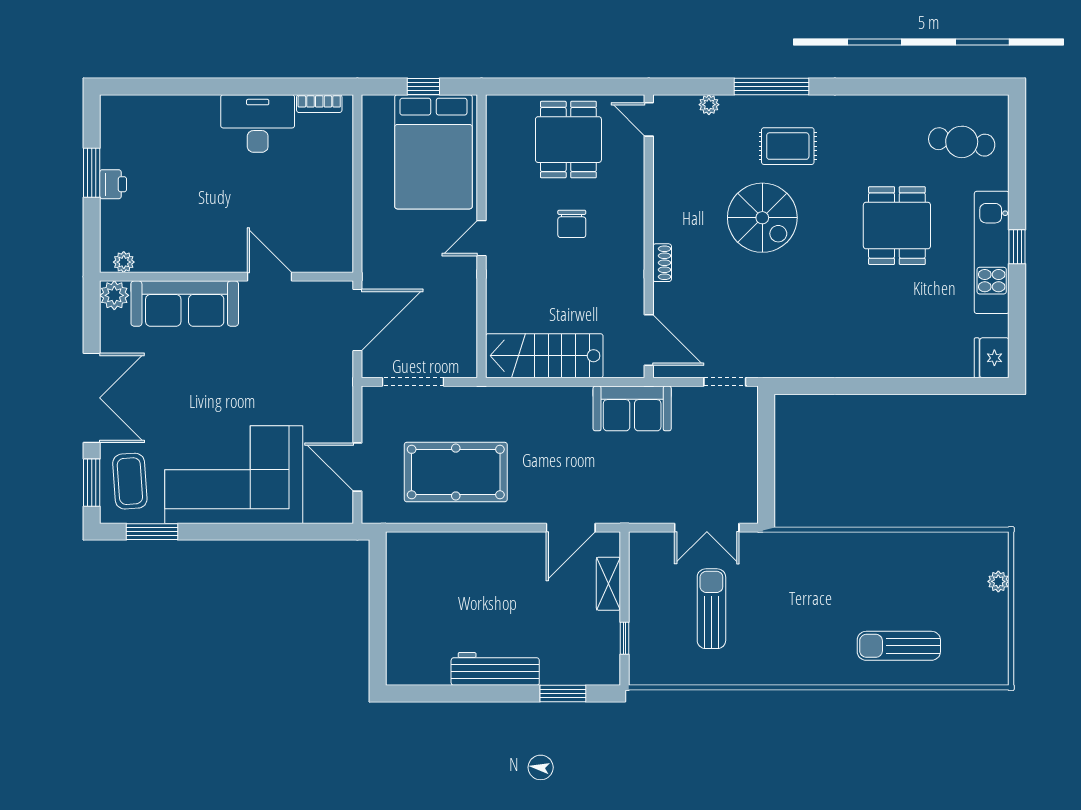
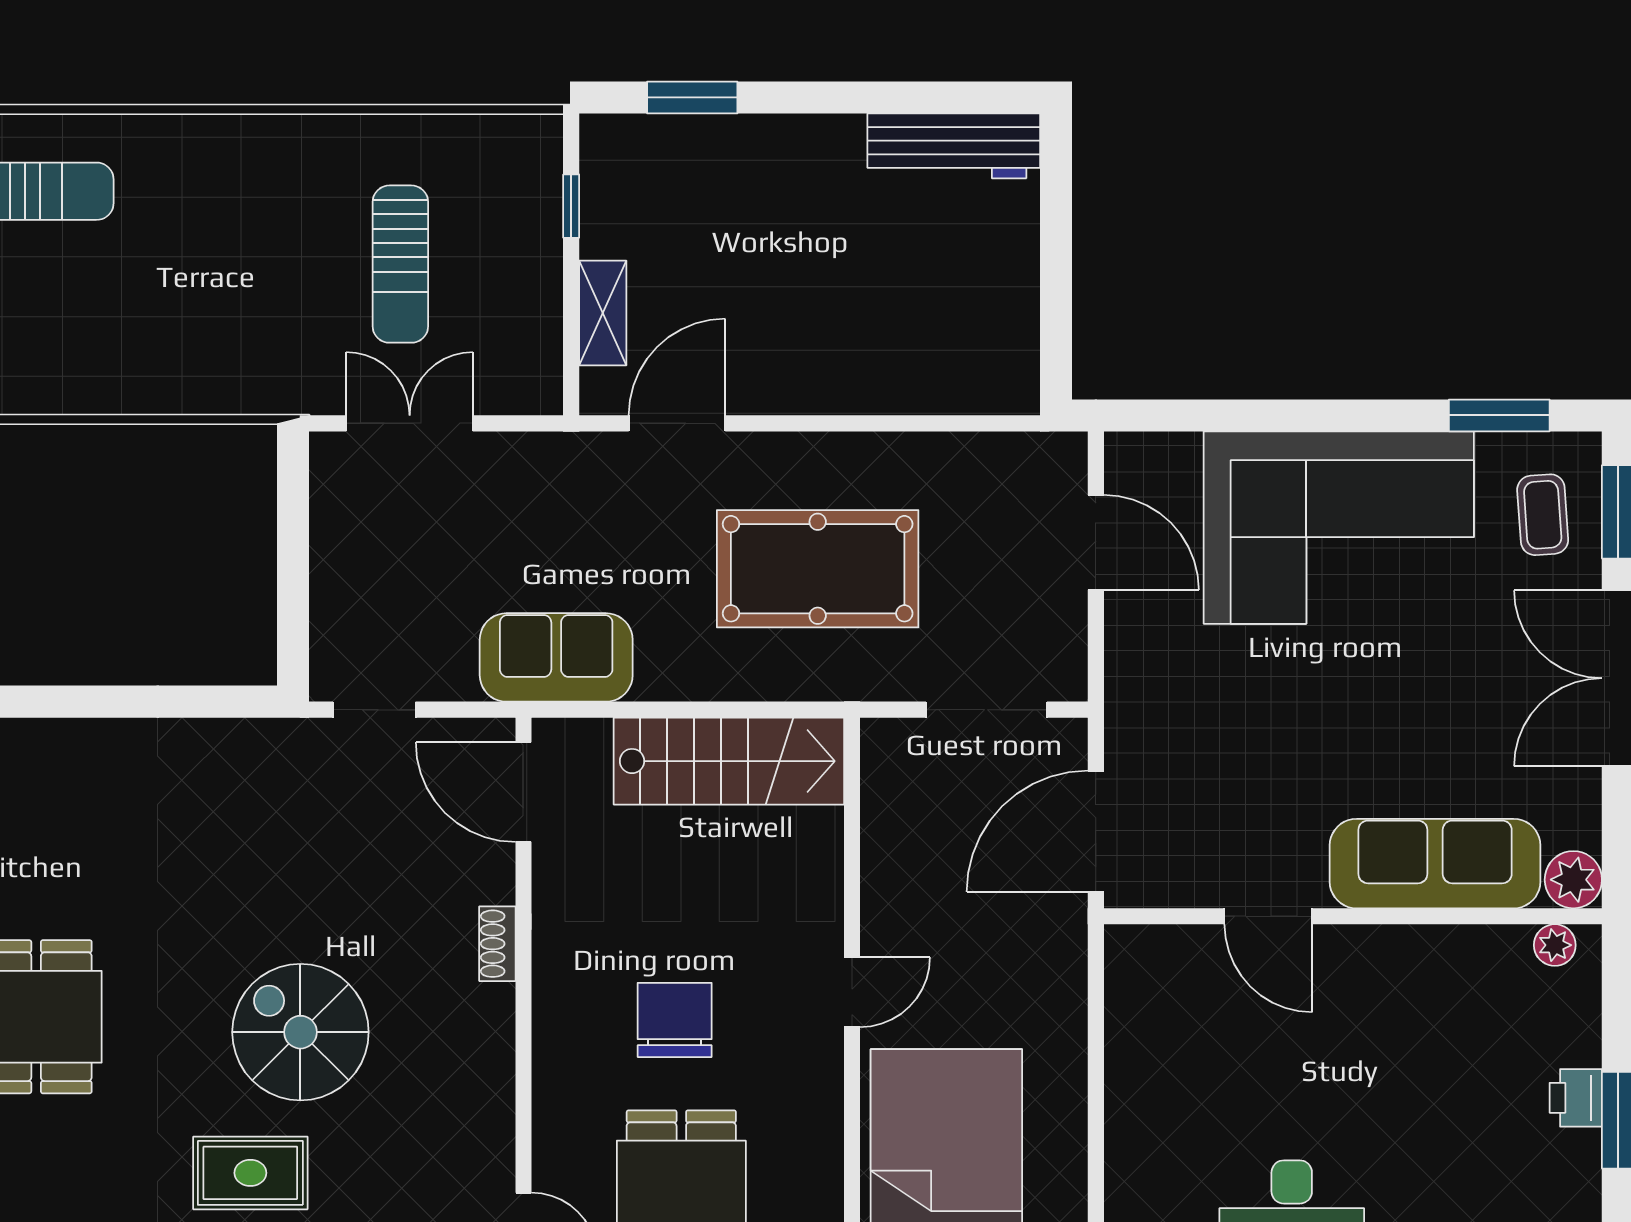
chair: (572, 224) -> (675, 1020), width x1.37, depth x1.37
pool table: (456, 472) -> (818, 569), moved
coffee table: (130, 481) -> (1543, 515), width x0.73, depth x0.77
workbench: (495, 669) -> (954, 146), moved

